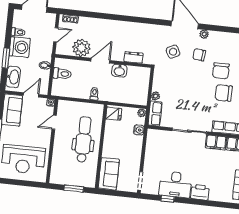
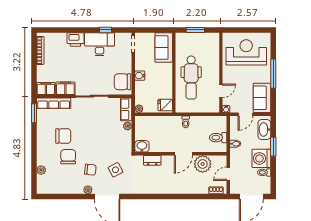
washbasin: (119, 71) -> (142, 146), moved
water cooler: (139, 130) -> (140, 76), moved
chair: (156, 143) -> (123, 82), added

